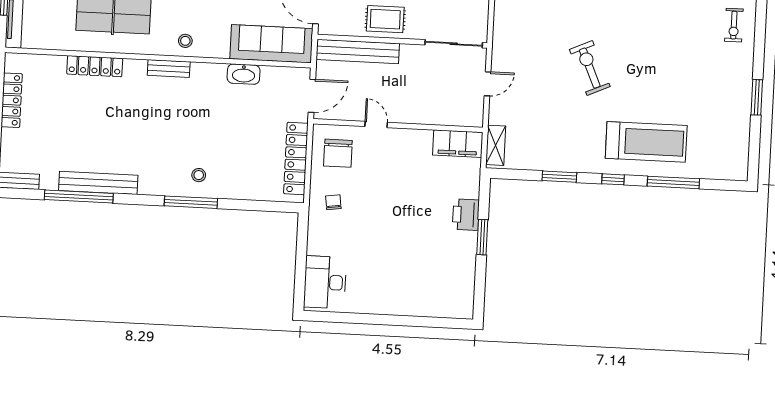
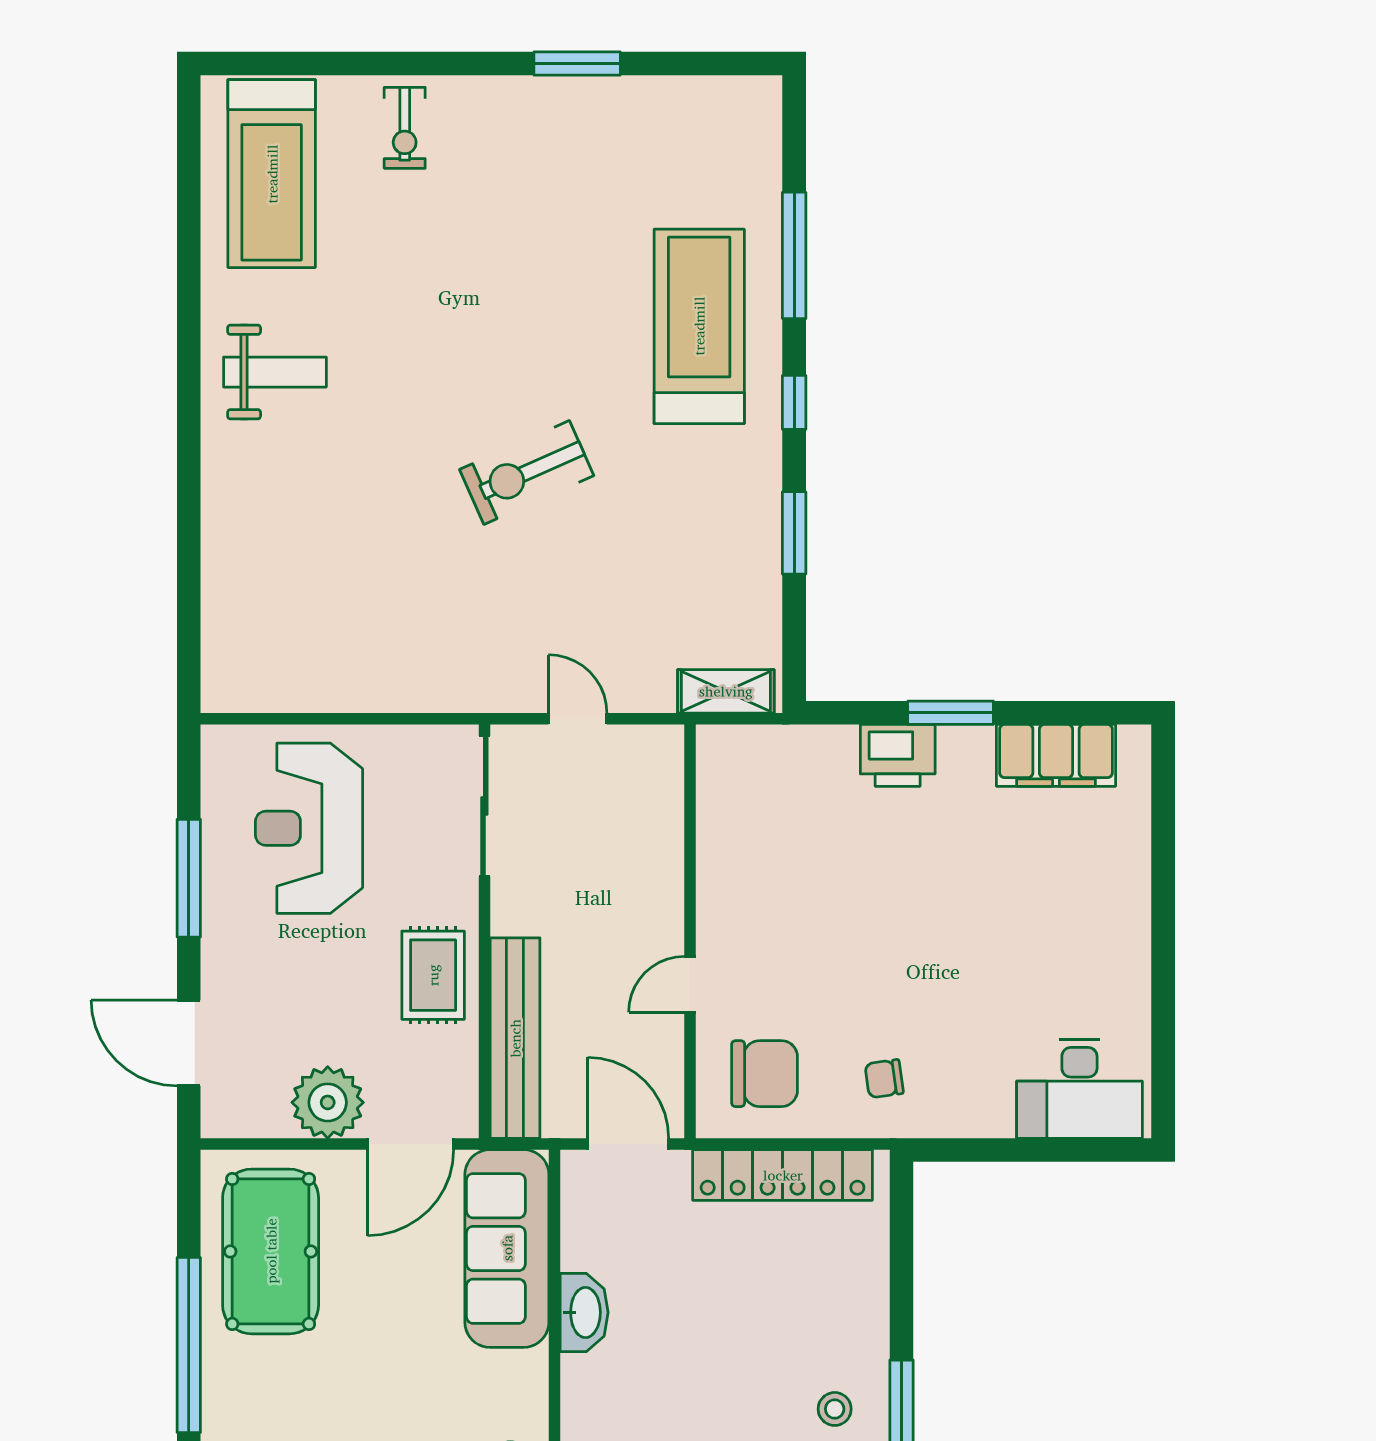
exercise bike: (734, 25) -> (405, 128), turned 90
filing cabinet: (458, 144) -> (1056, 755), moved, turned 90

